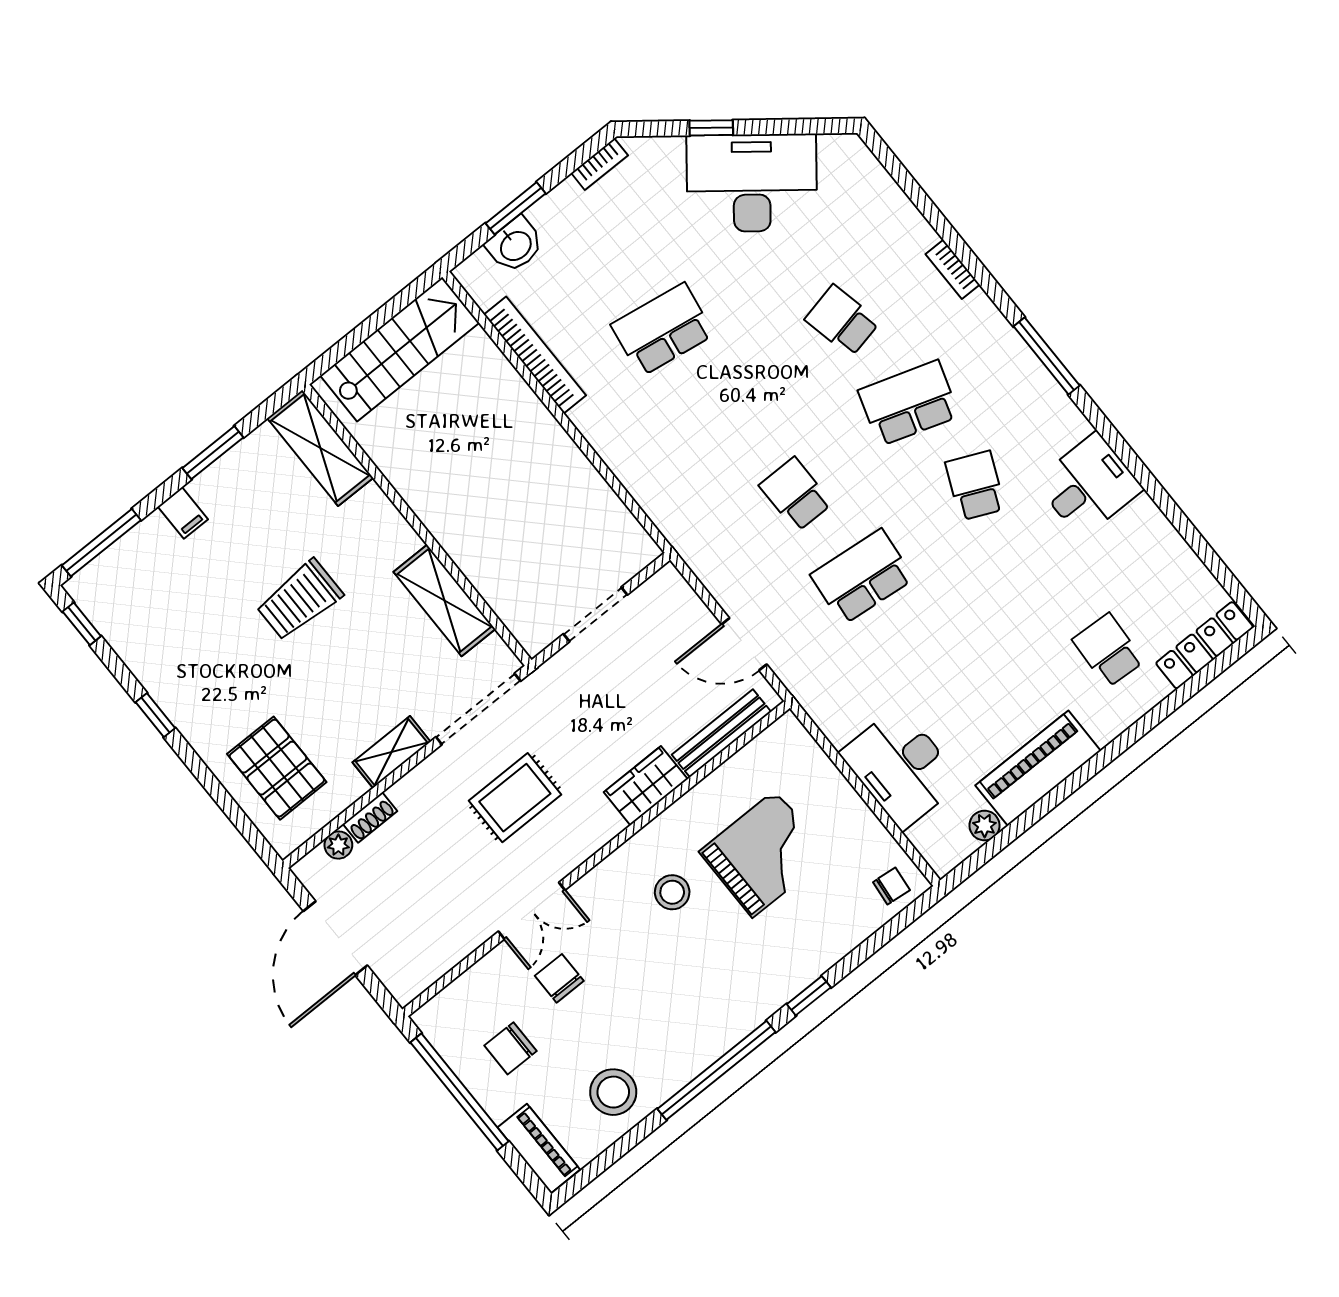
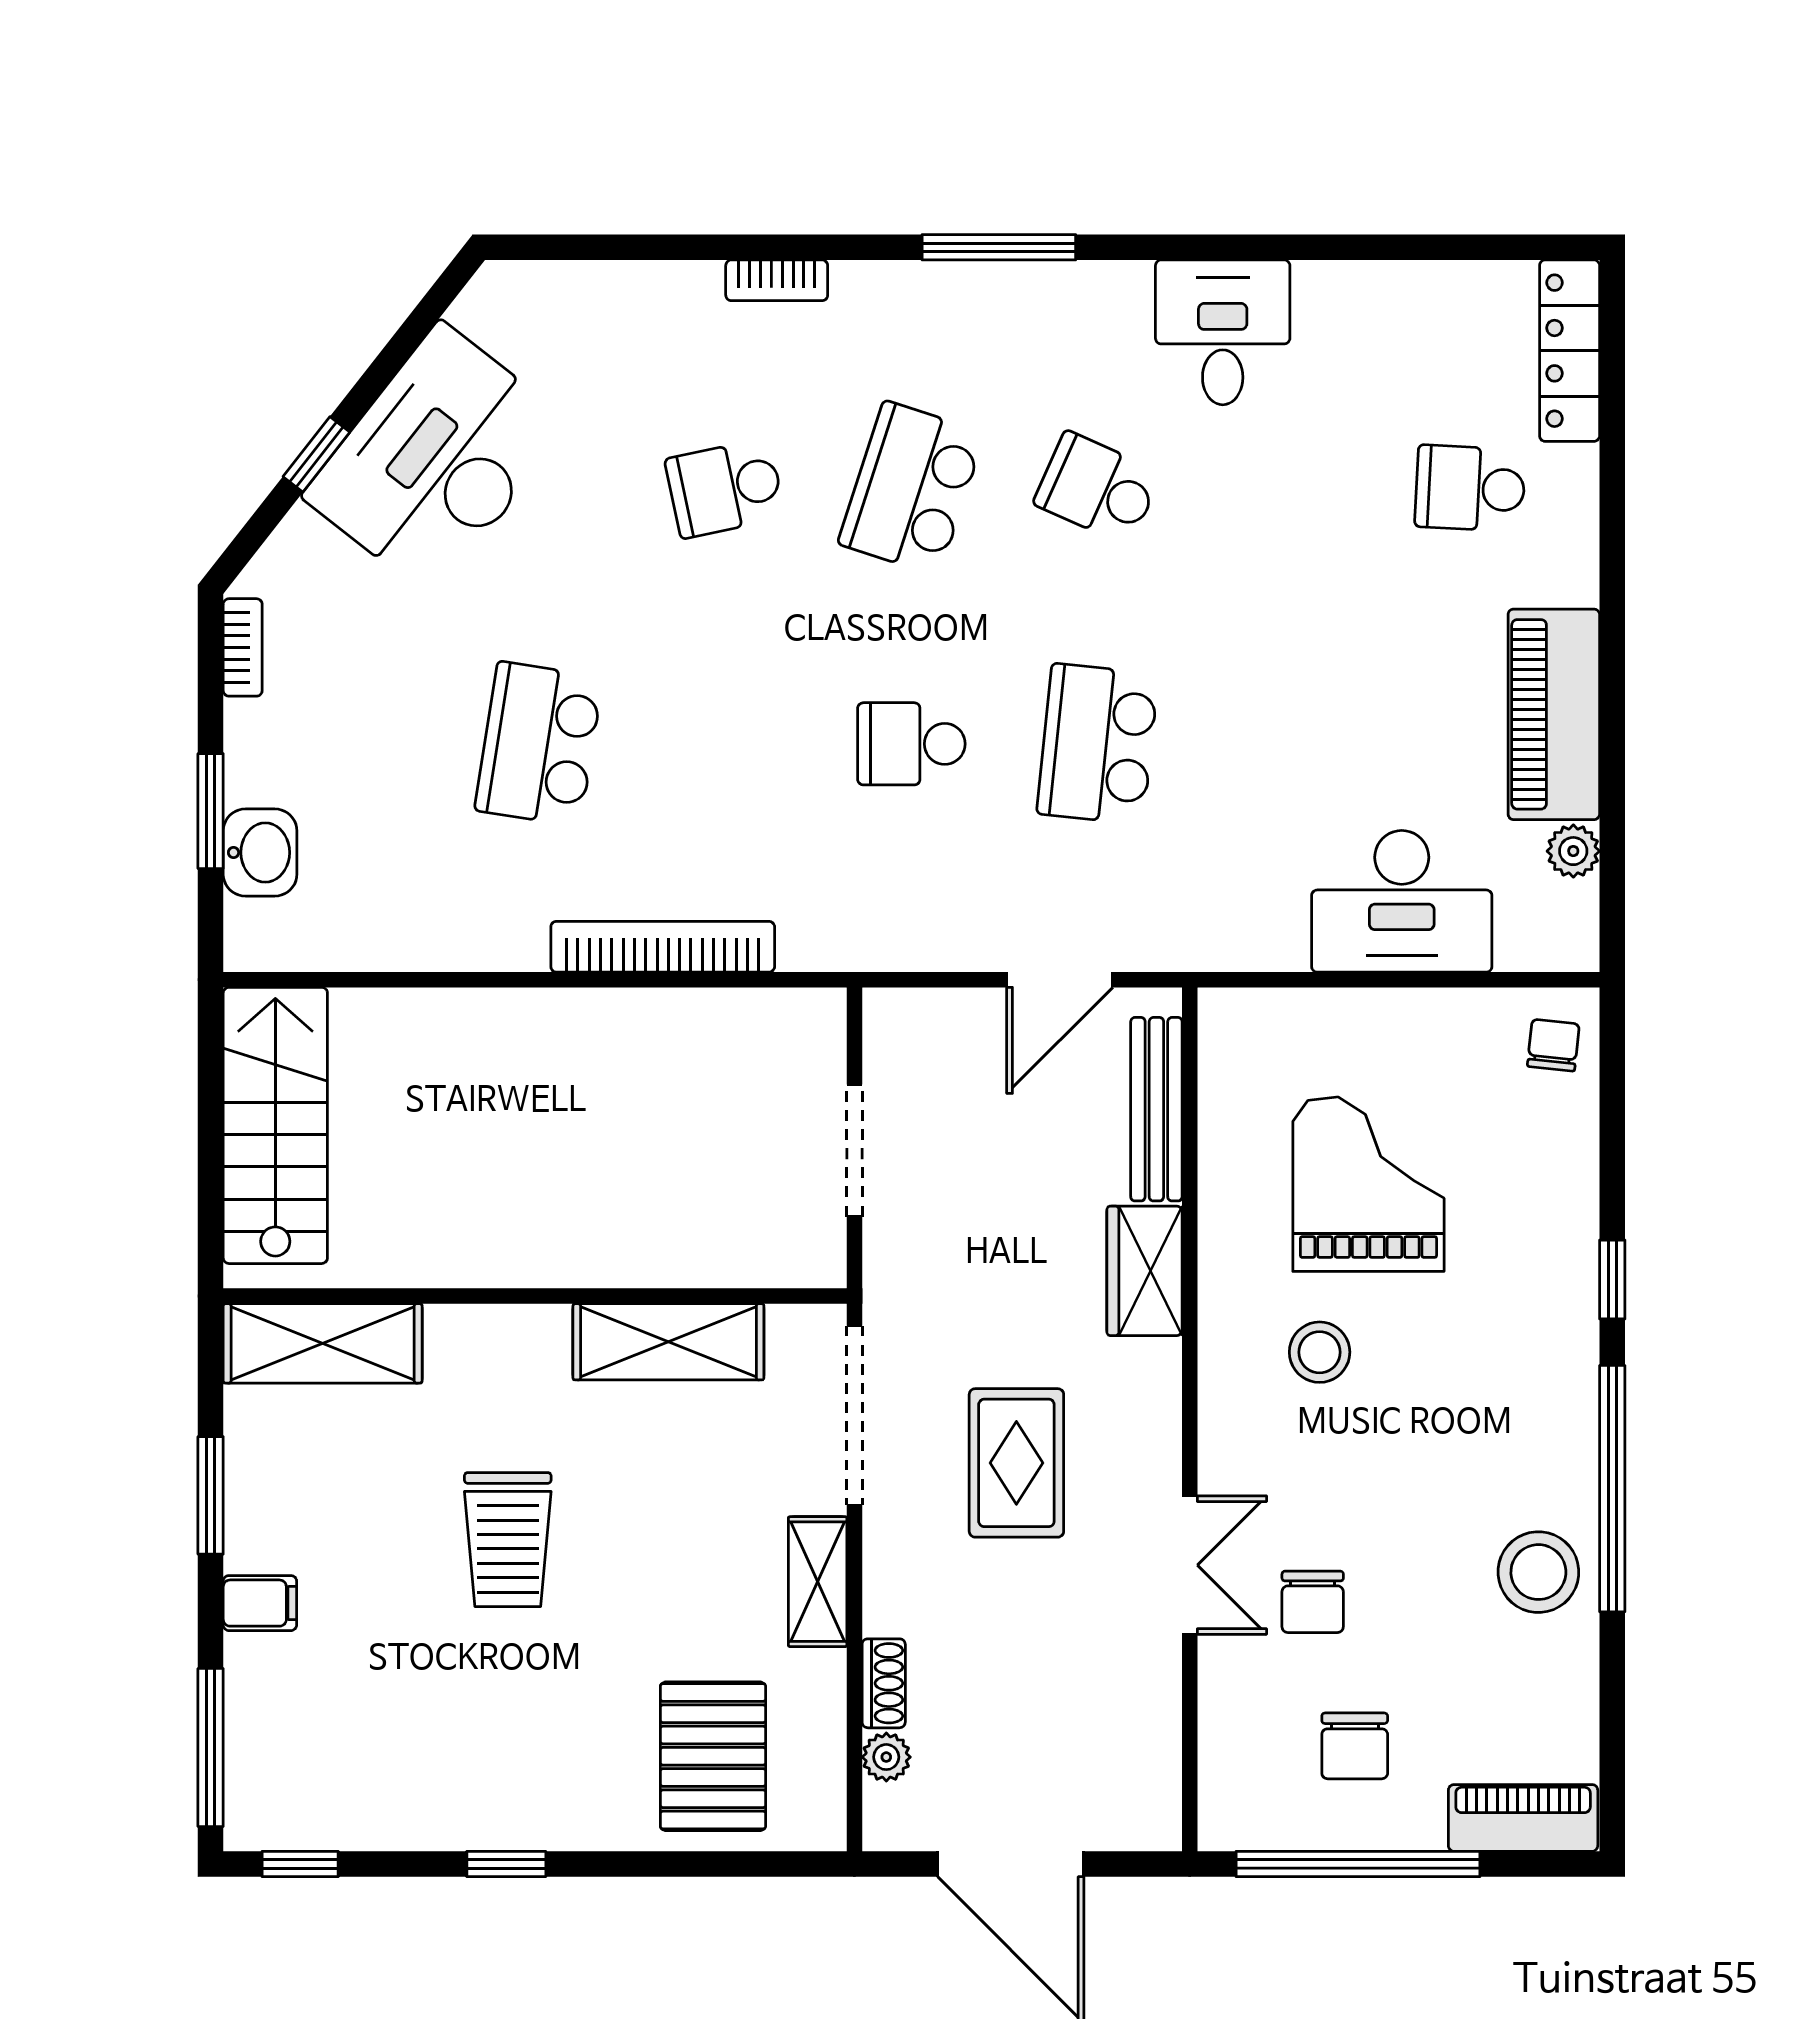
bookcase: (535, 355) -> (663, 947), moved
pallet: (277, 768) -> (713, 1756), turned 90
chair: (559, 978) -> (1313, 1602), turned -90
stool: (613, 1092) -> (1538, 1572), moved

